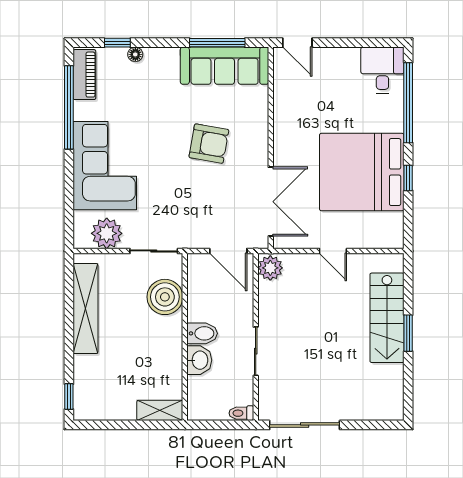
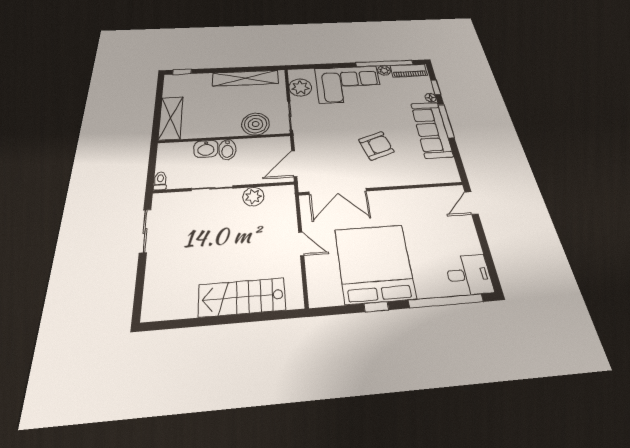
window: (217, 43) -> (446, 121), moved
sofa: (225, 66) -> (432, 130), moved
plant: (82, 110) -> (384, 70), added
armchair: (209, 144) -> (376, 146), turned -118
door: (333, 251) -> (301, 244), swing flipped
plant: (270, 268) -> (253, 197), moved
window: (408, 333) -> (227, 320), removed
shelving: (160, 410) -> (171, 118), width x1.50, depth x1.33
sliding door: (305, 425) -> (145, 231), width x0.73

